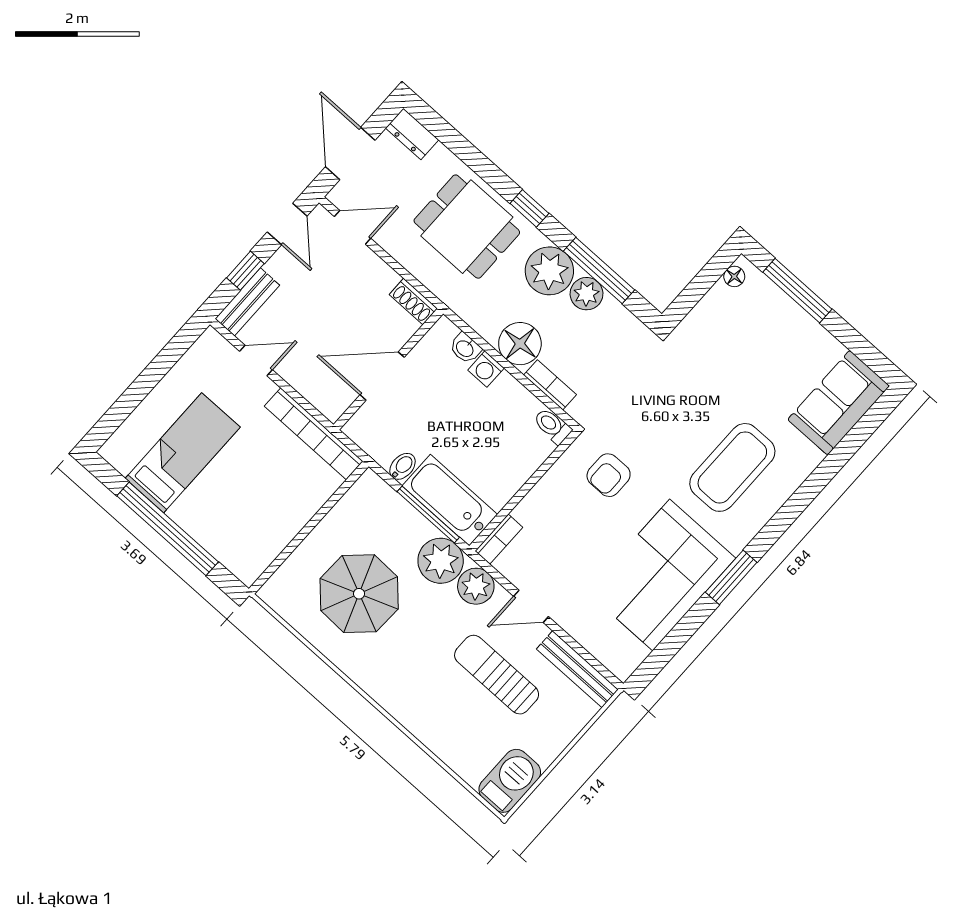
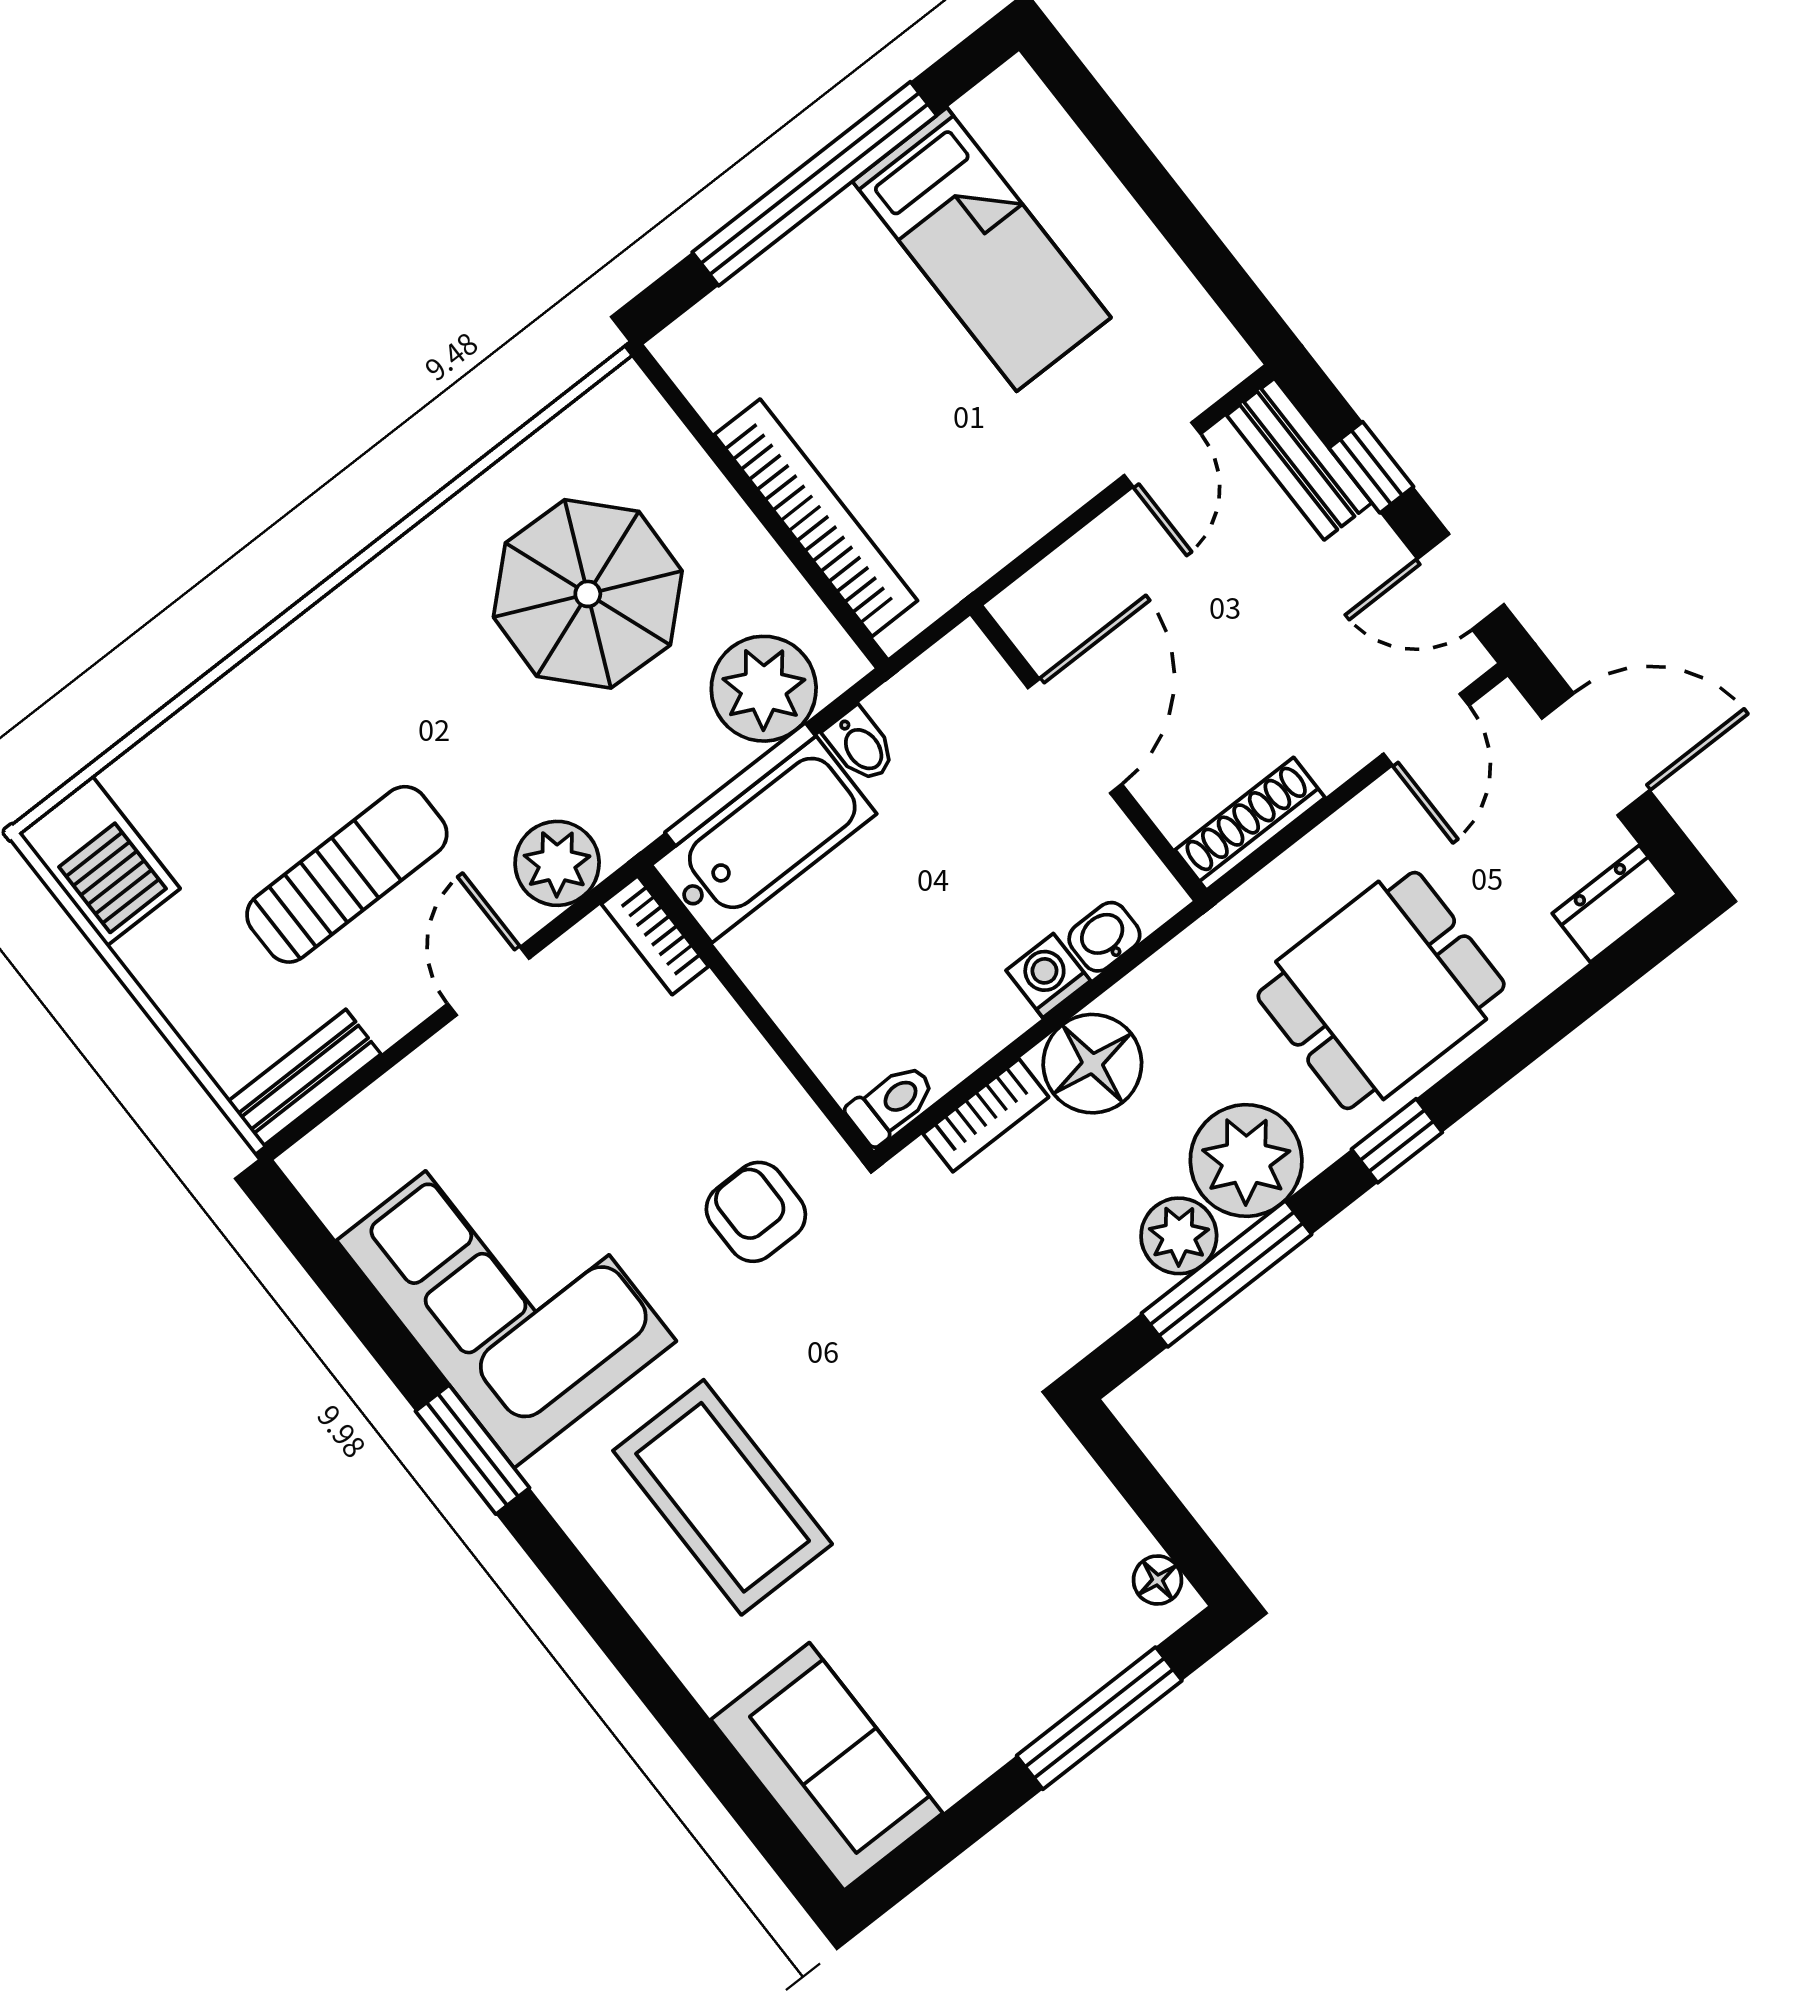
shoe rack: (413, 301) -> (1250, 824), width x1.43
bookcase: (314, 434) -> (816, 518), moved, turned 90
plant: (441, 561) -> (764, 689), moved
bench: (577, 669) -> (304, 1078), width x0.73

